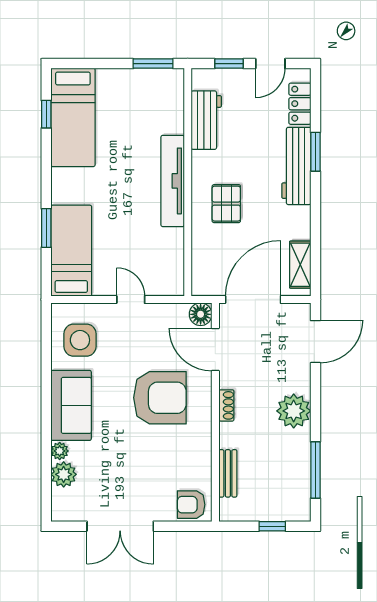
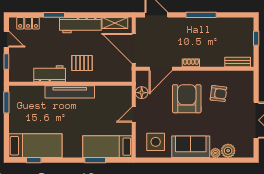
workbench: (206, 120) -> (50, 74), moved
workbench: (296, 166) -> (80, 25), moved
floor lamp: (201, 314) -> (142, 93), moved
plant: (294, 411) -> (194, 27), removed
window: (315, 470) -> (201, 15), moved
bench: (228, 473) -> (238, 62), moved
armchair: (191, 505) -> (218, 94), moved, turned -83

